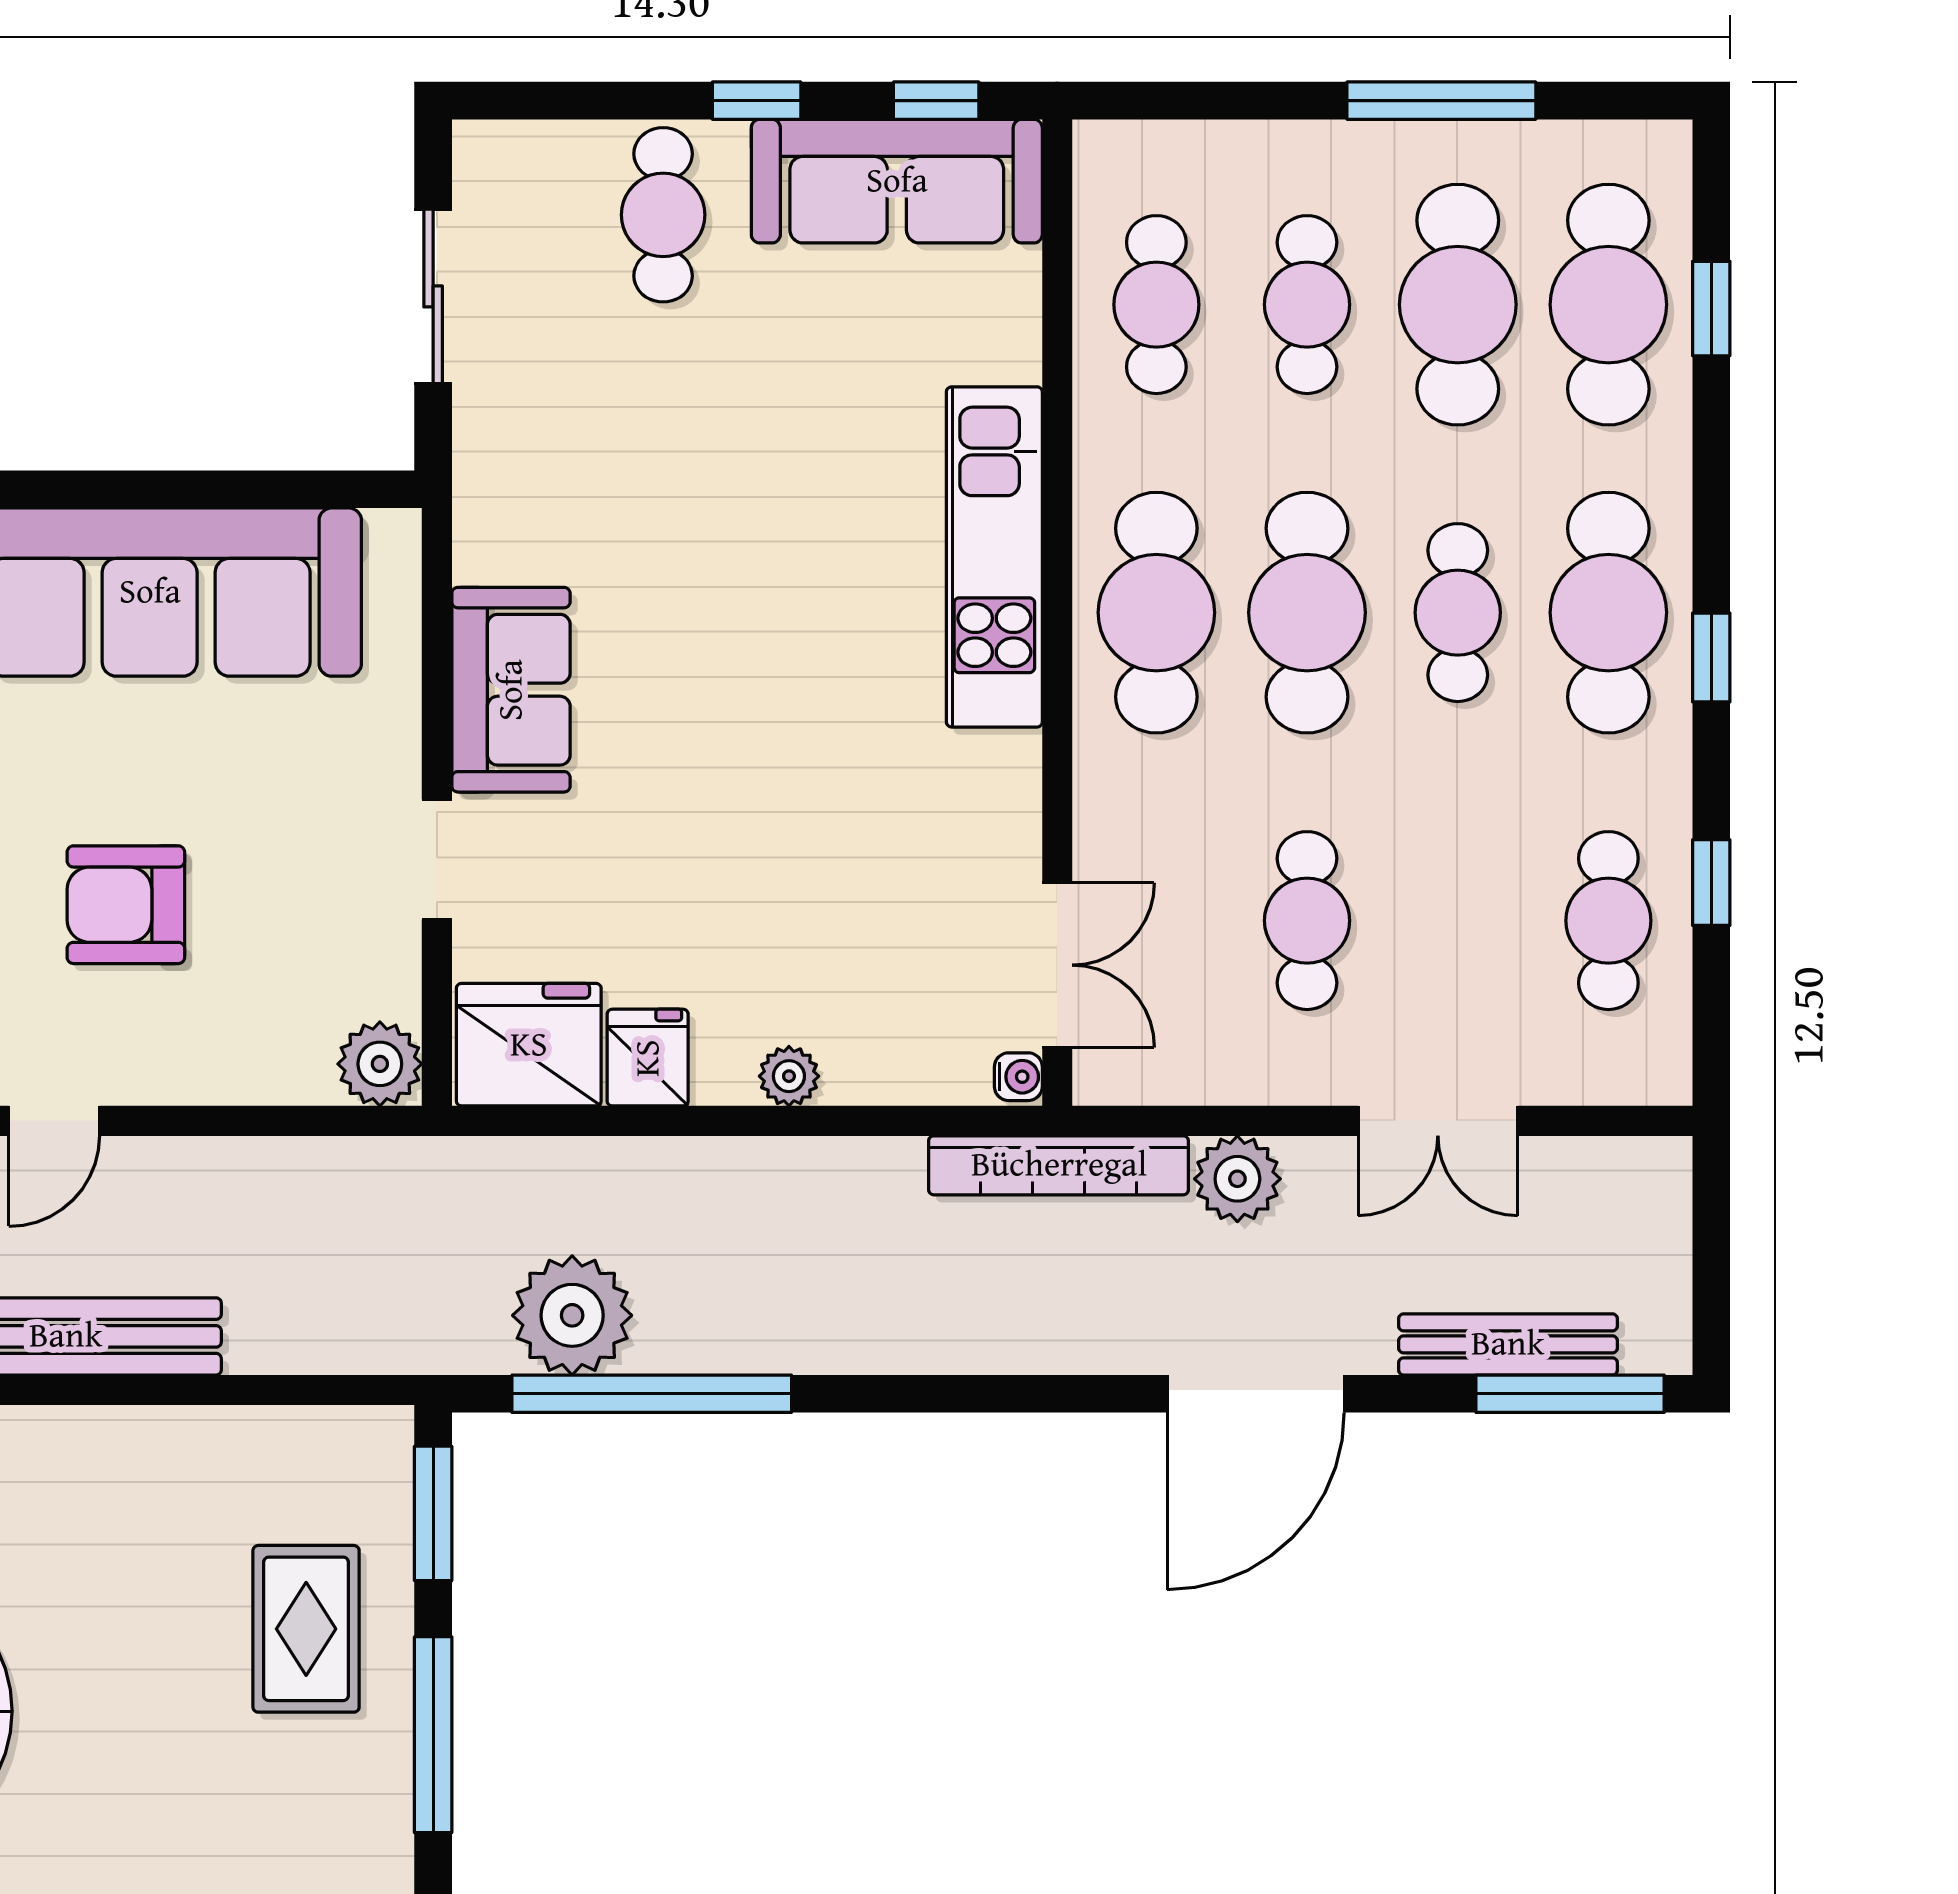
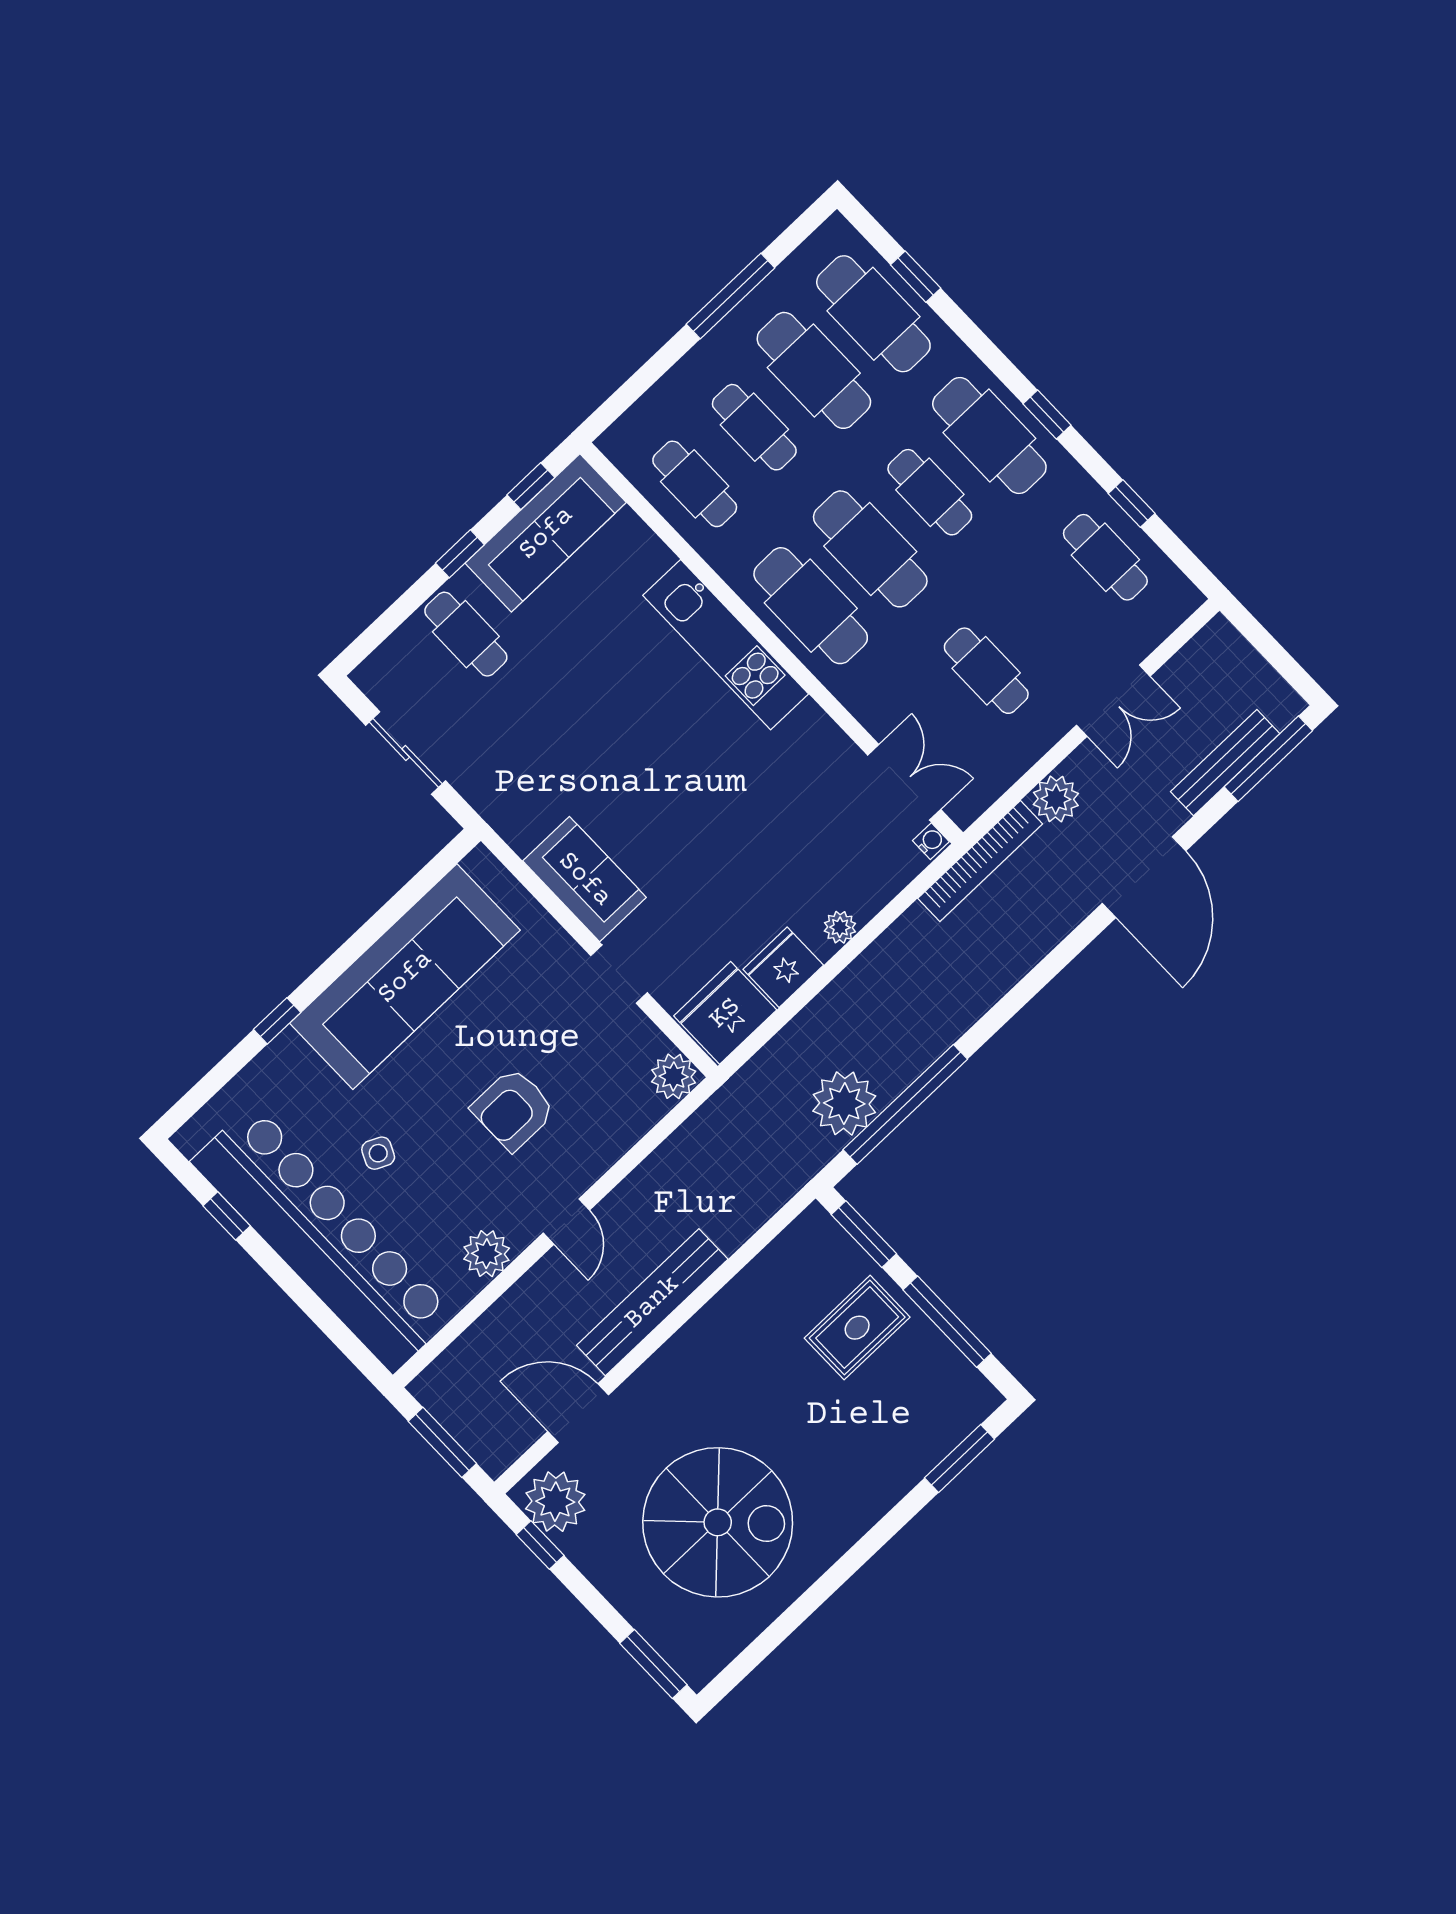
fridge: (648, 1058) -> (783, 967), width x1.38
rug: (306, 1629) -> (857, 1328), turned 90

